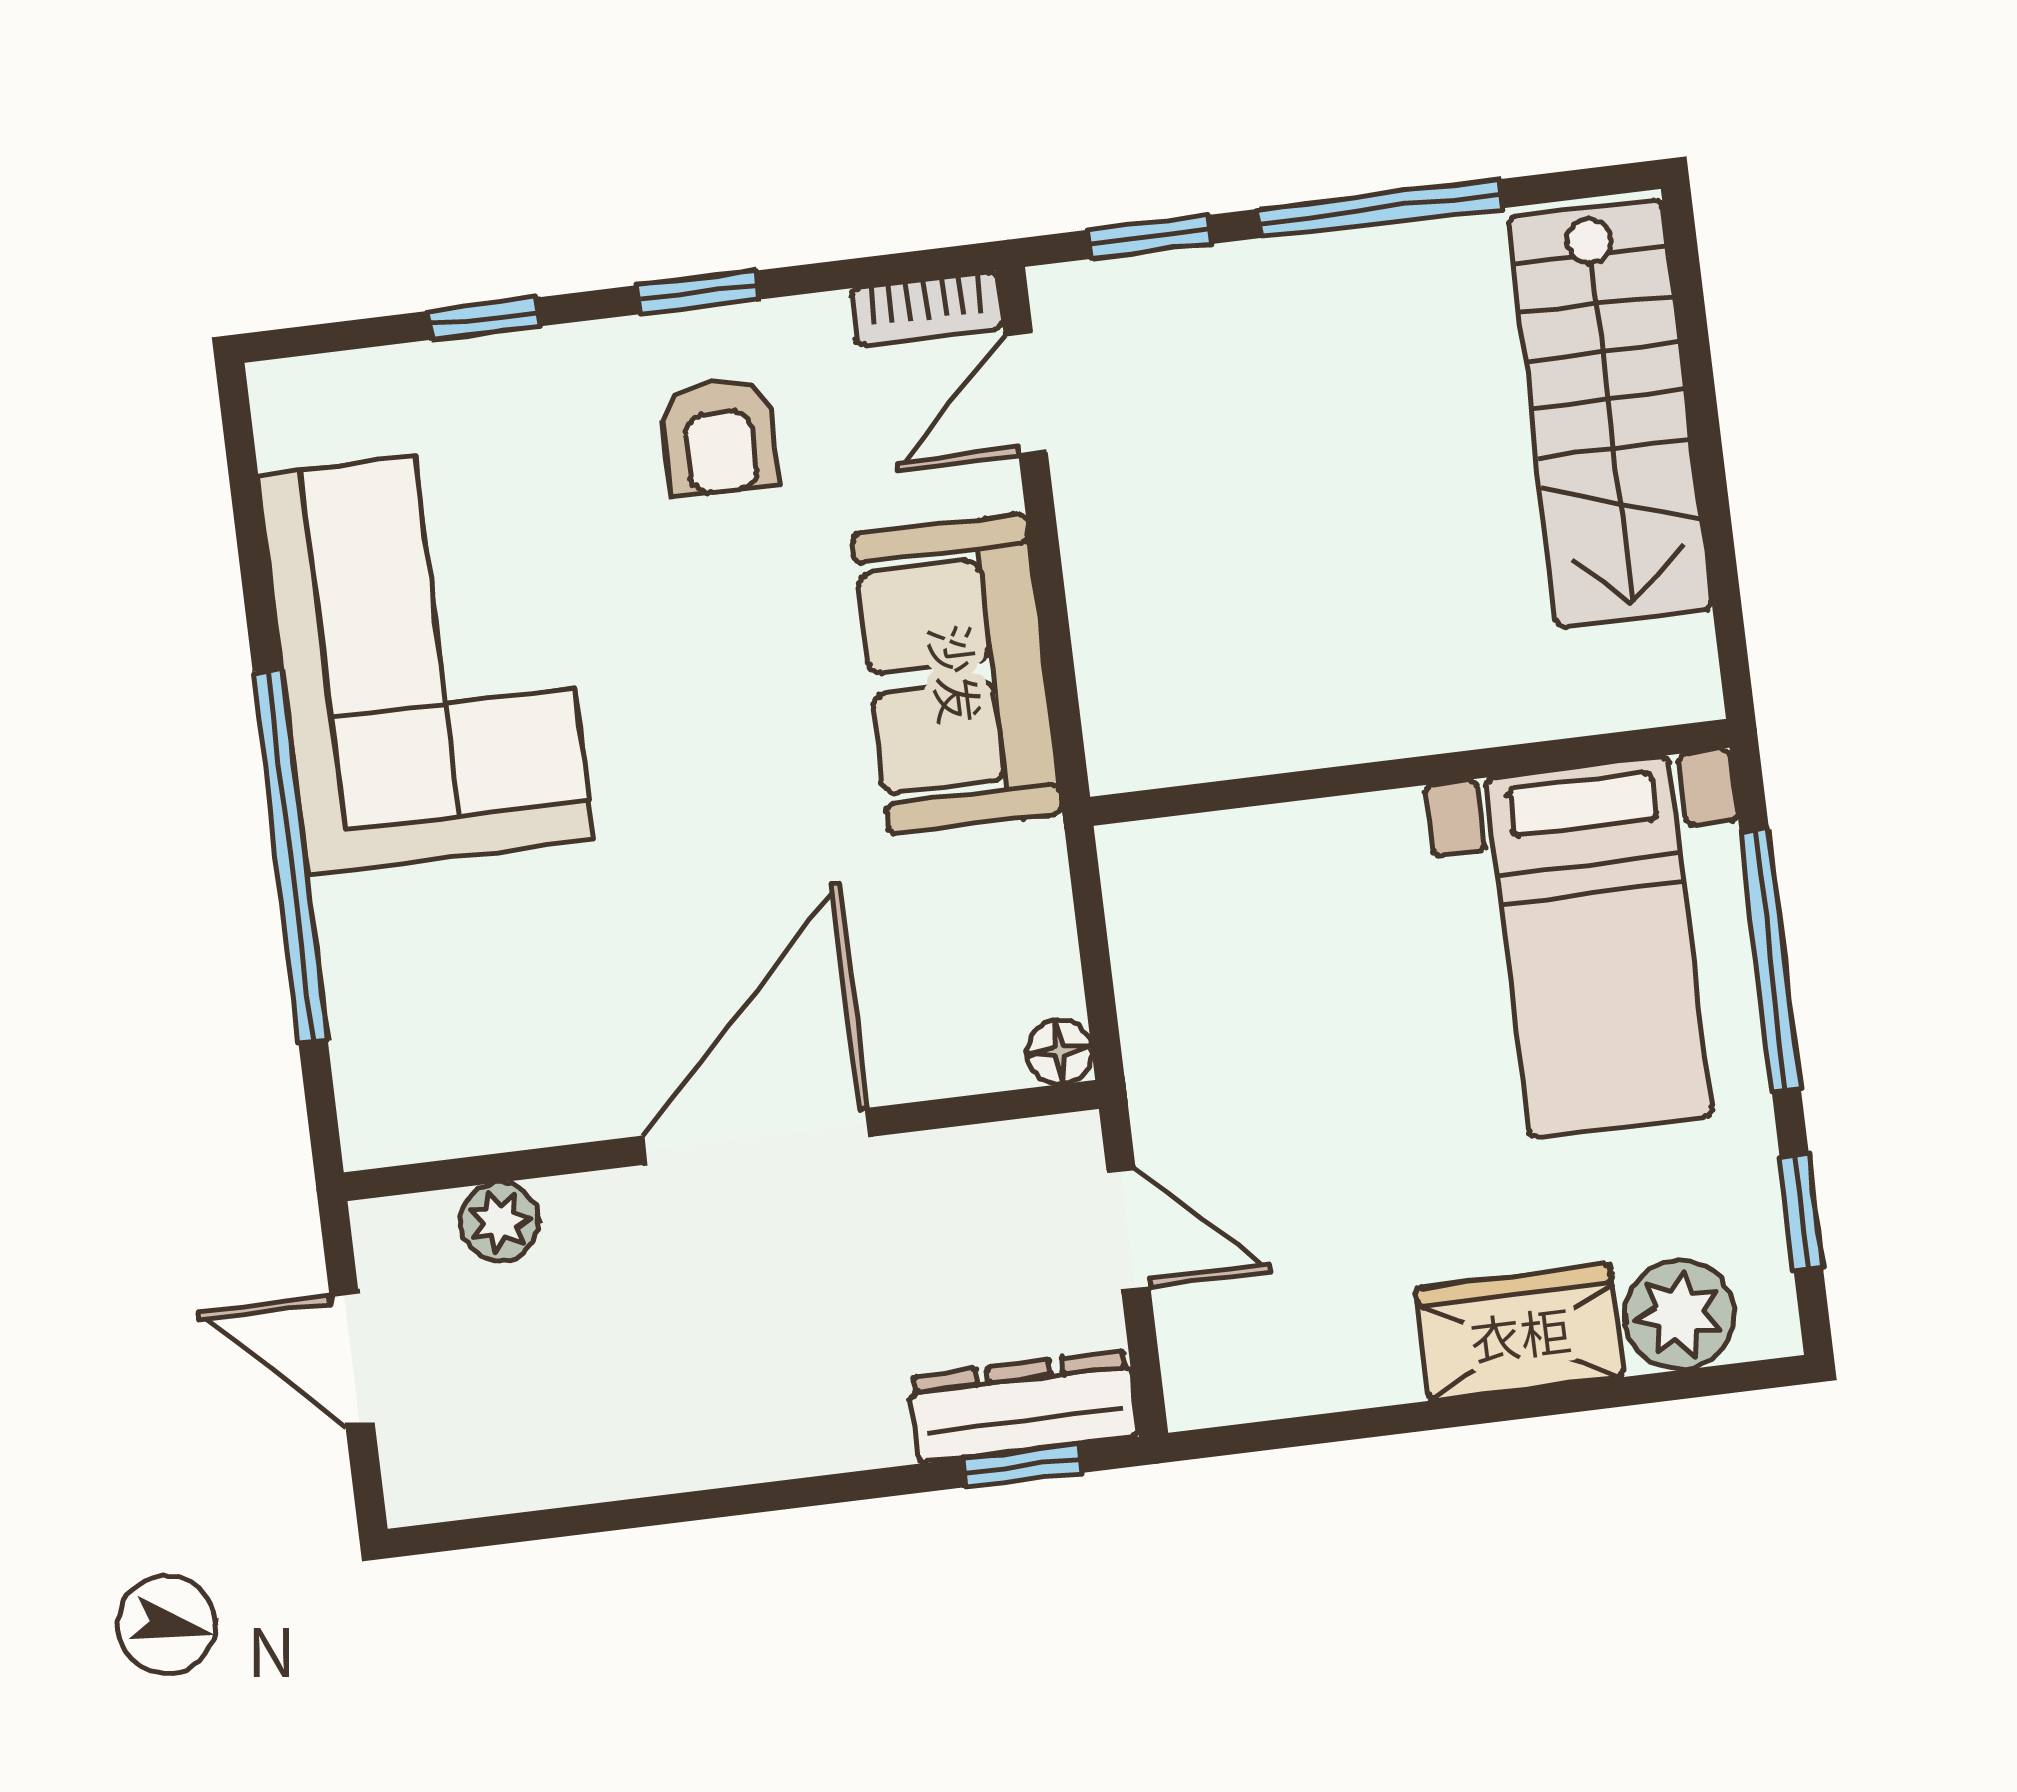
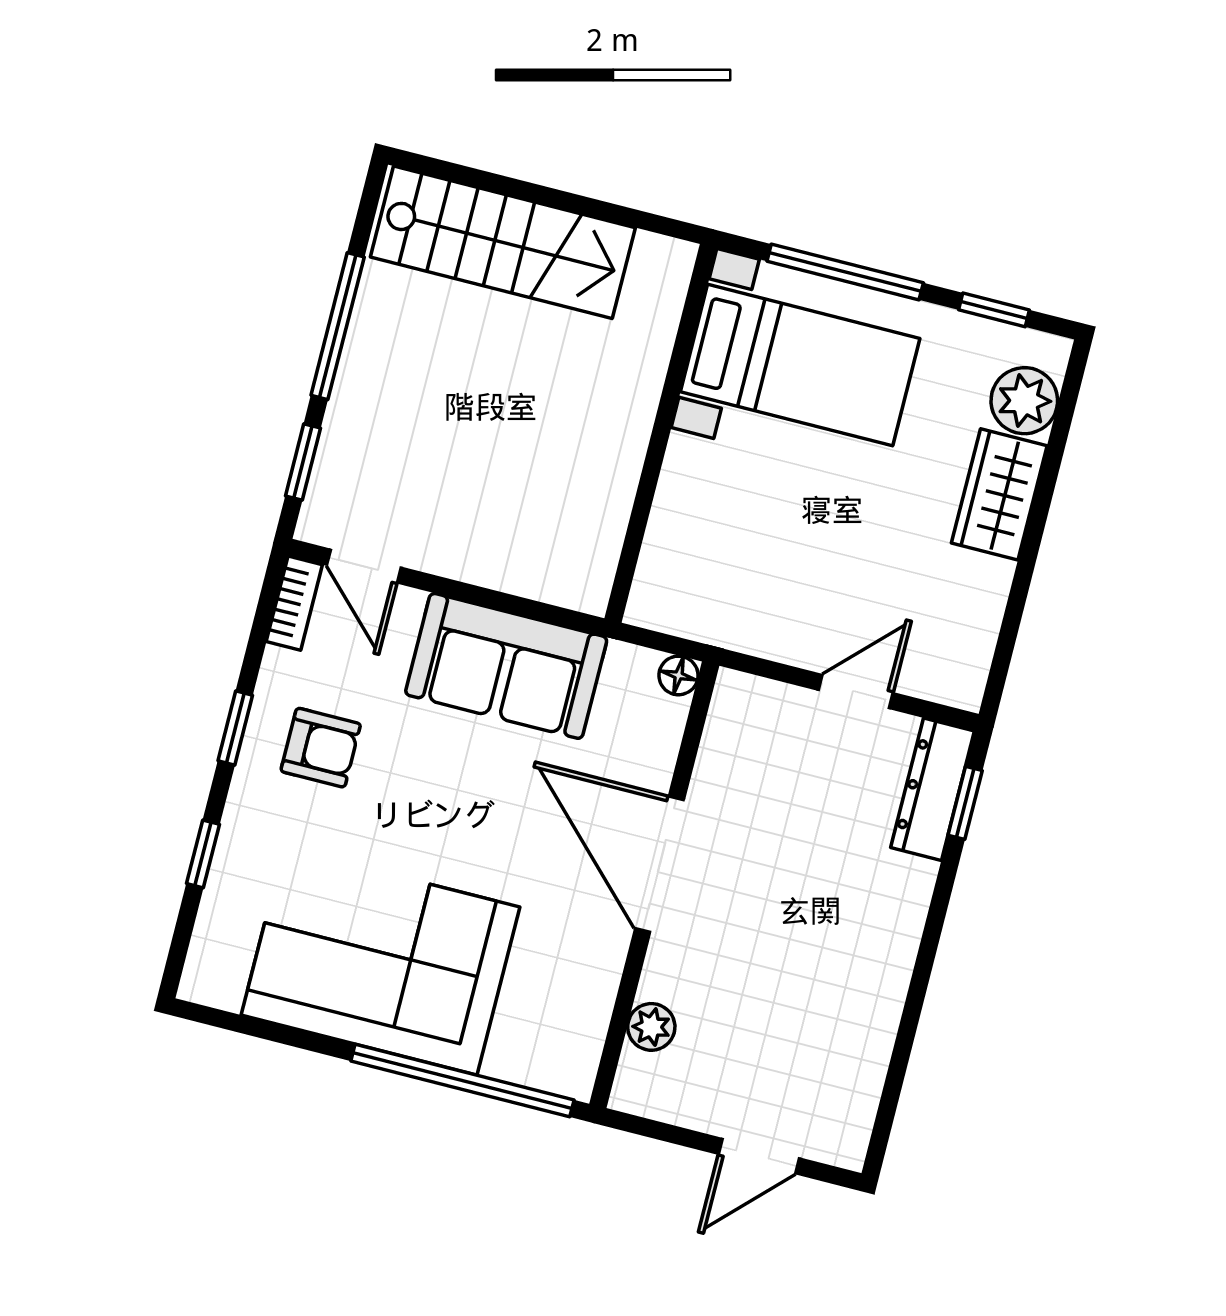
floor lamp: (1059, 1052) -> (679, 675), moved
door: (756, 1136) -> (660, 864), moved
wall: (721, 1141) -> (654, 885), moved
plant: (500, 1222) -> (651, 1027), moved

